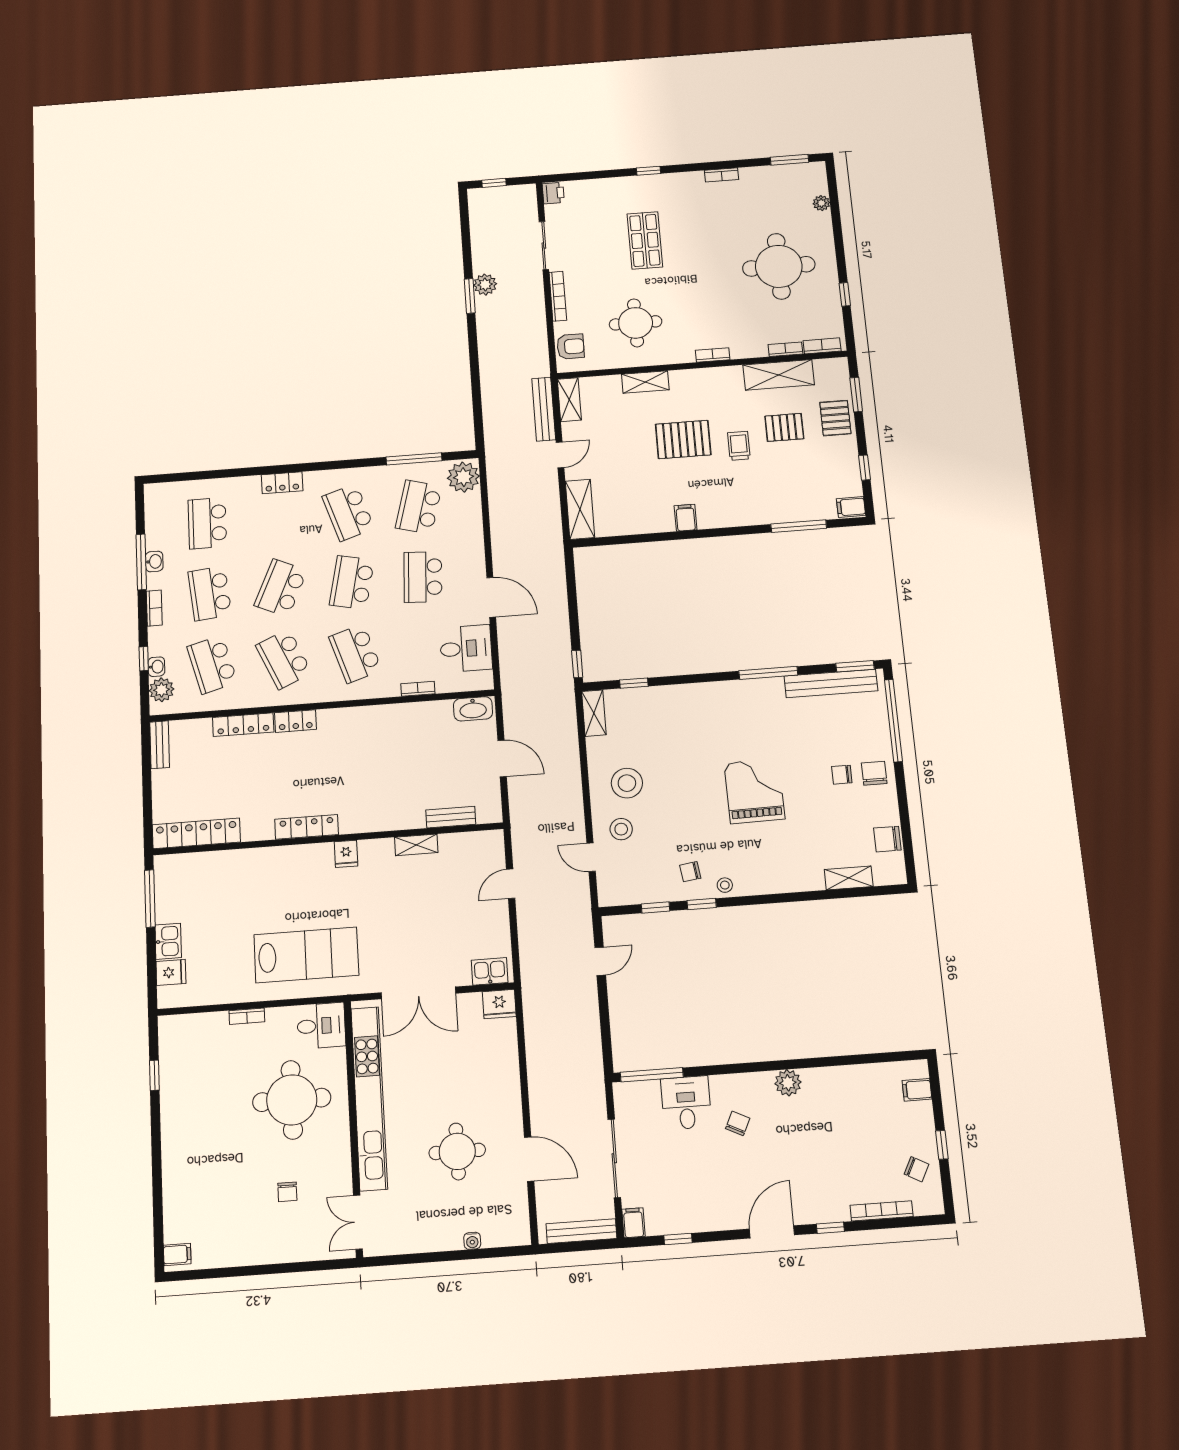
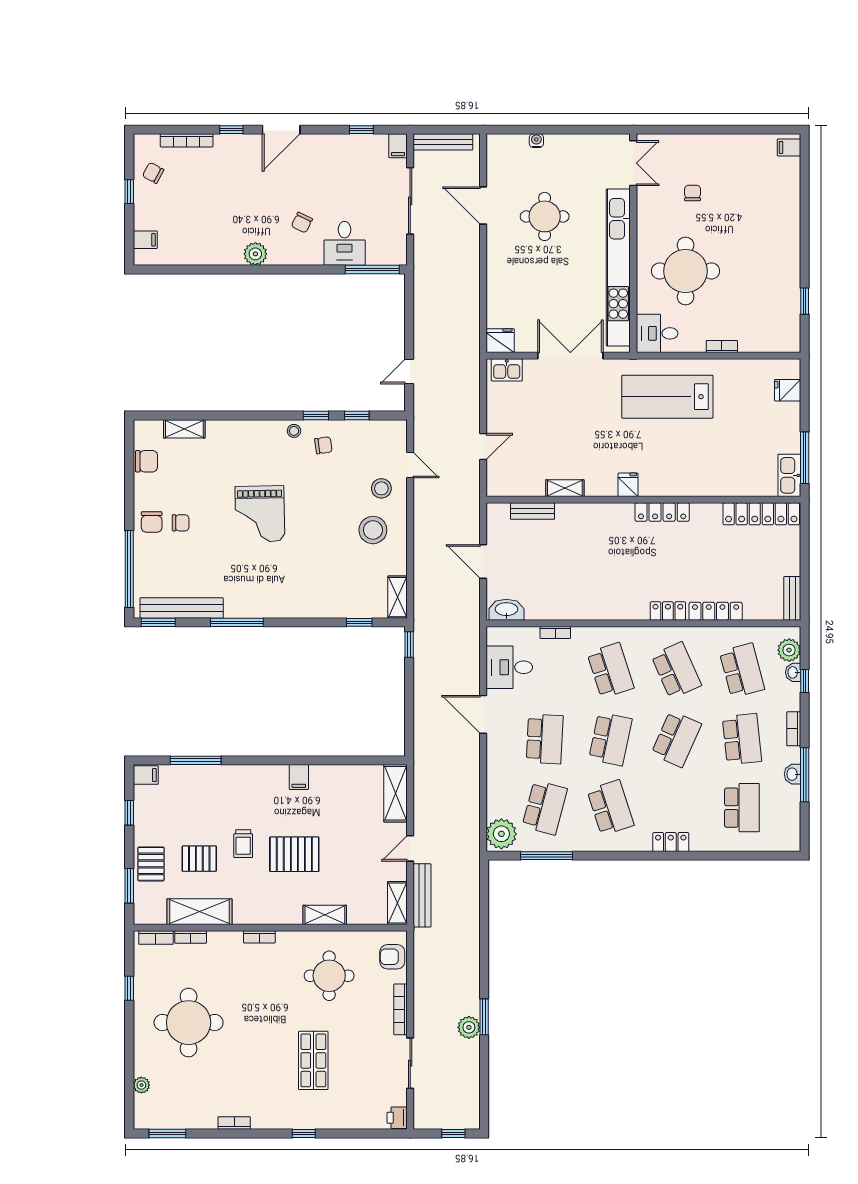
kitchen sink: (168, 941) -> (789, 475), moved, width x1.38

